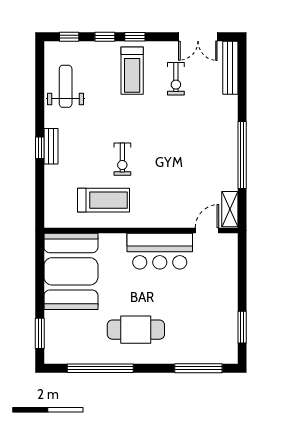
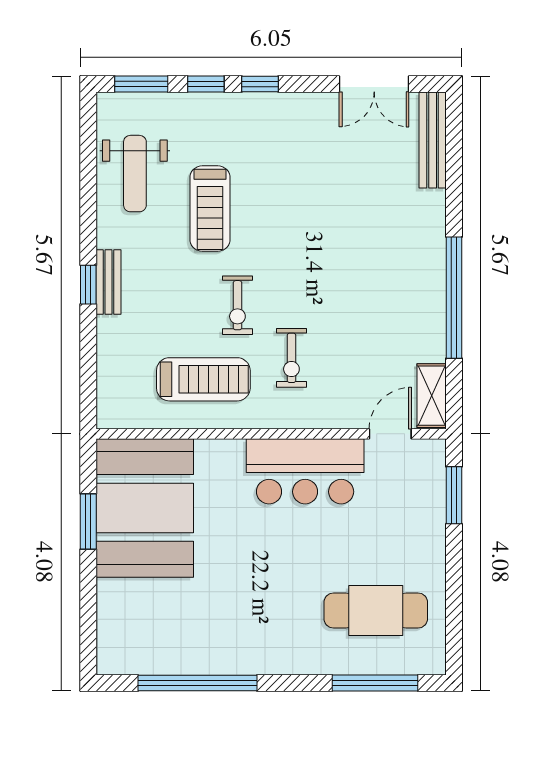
window: (69, 37) -> (141, 84), width x1.50
treadmill: (132, 71) -> (210, 209), moved
exercise bike: (176, 79) -> (291, 358), moved
weight bench: (66, 86) -> (135, 174), turned 180
window: (242, 327) -> (454, 495), moved
cafe table: (136, 330) -> (376, 610), moved
window: (40, 333) -> (88, 521), moved

